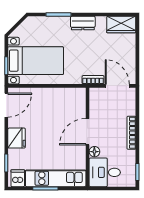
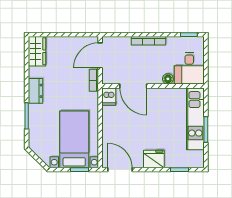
door: (88, 132) -> (133, 86), moved
dishwasher: (18, 178) -> (109, 97), moved, turned -90

